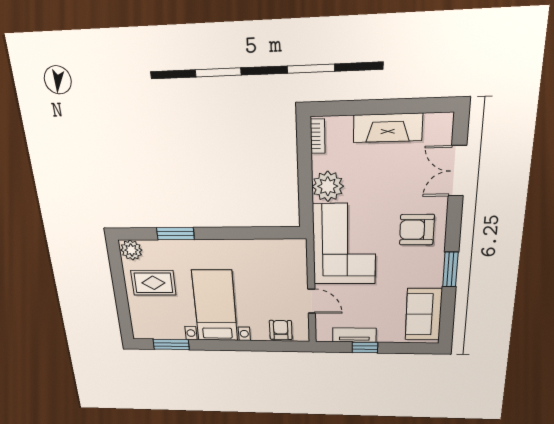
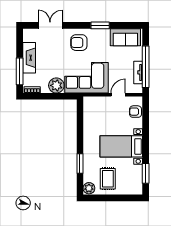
window: (358, 108) -> (20, 71), added
double door: (457, 171) -> (50, 25), swing flipped
armchair: (417, 230) -> (79, 43), turned 90
window: (365, 347) -> (146, 67), width x3.17

